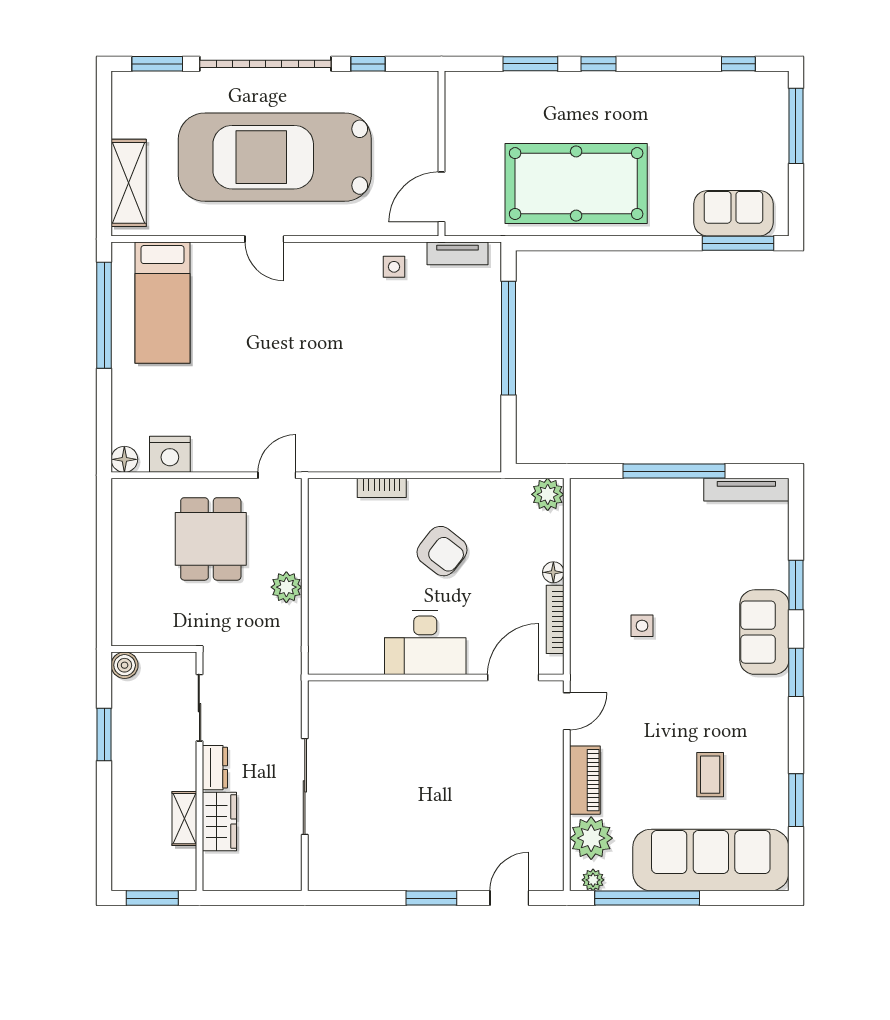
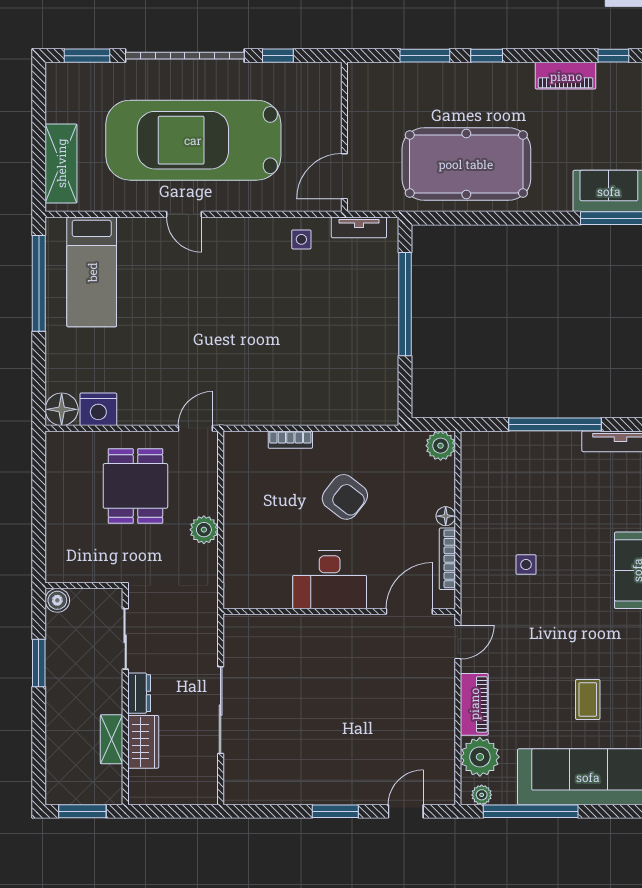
piano: (686, 86) -> (566, 76), added
floor lamp: (124, 459) -> (62, 409), width x1.38, depth x1.38

